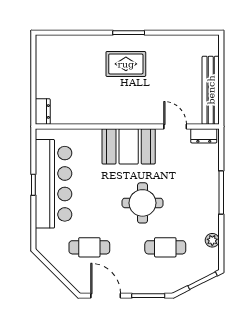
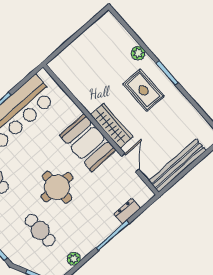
plant: (92, 42) -> (138, 53), added
dresser: (43, 112) -> (59, 62), removed
wardrobe: (132, 115) -> (112, 126), added
dresser: (204, 136) -> (127, 211), moved, turned 90

